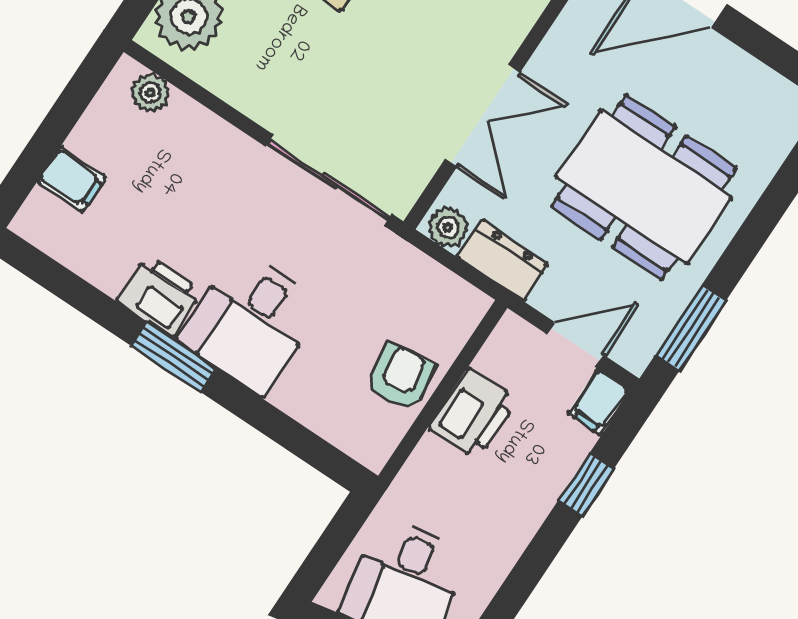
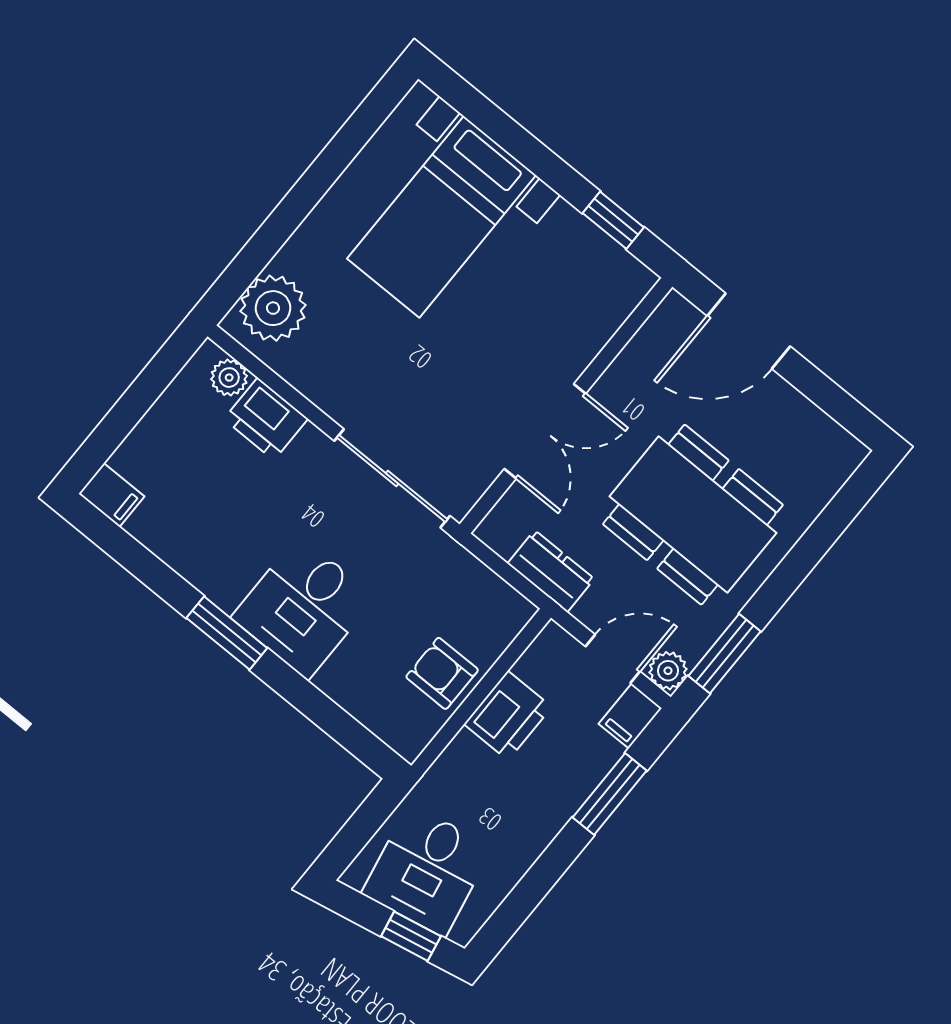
filing cabinet: (72, 179) -> (112, 495), moved
plant: (448, 227) -> (668, 671), moved
printer: (159, 296) -> (266, 419), moved, turned 180
armchair: (401, 377) -> (442, 673), turned -82
window: (586, 485) -> (610, 794), width x1.50

